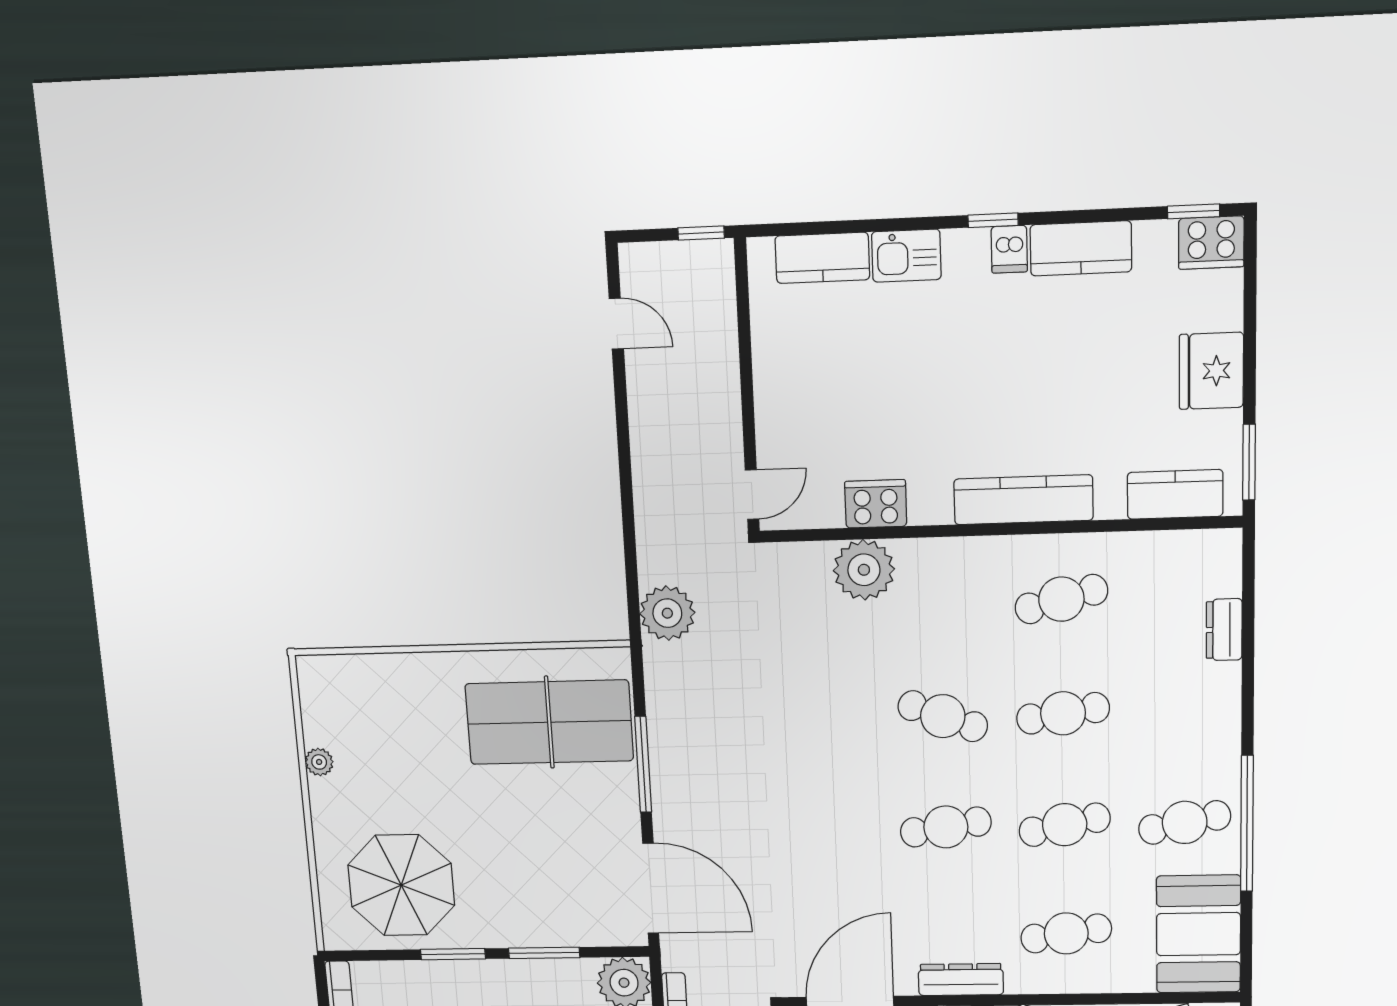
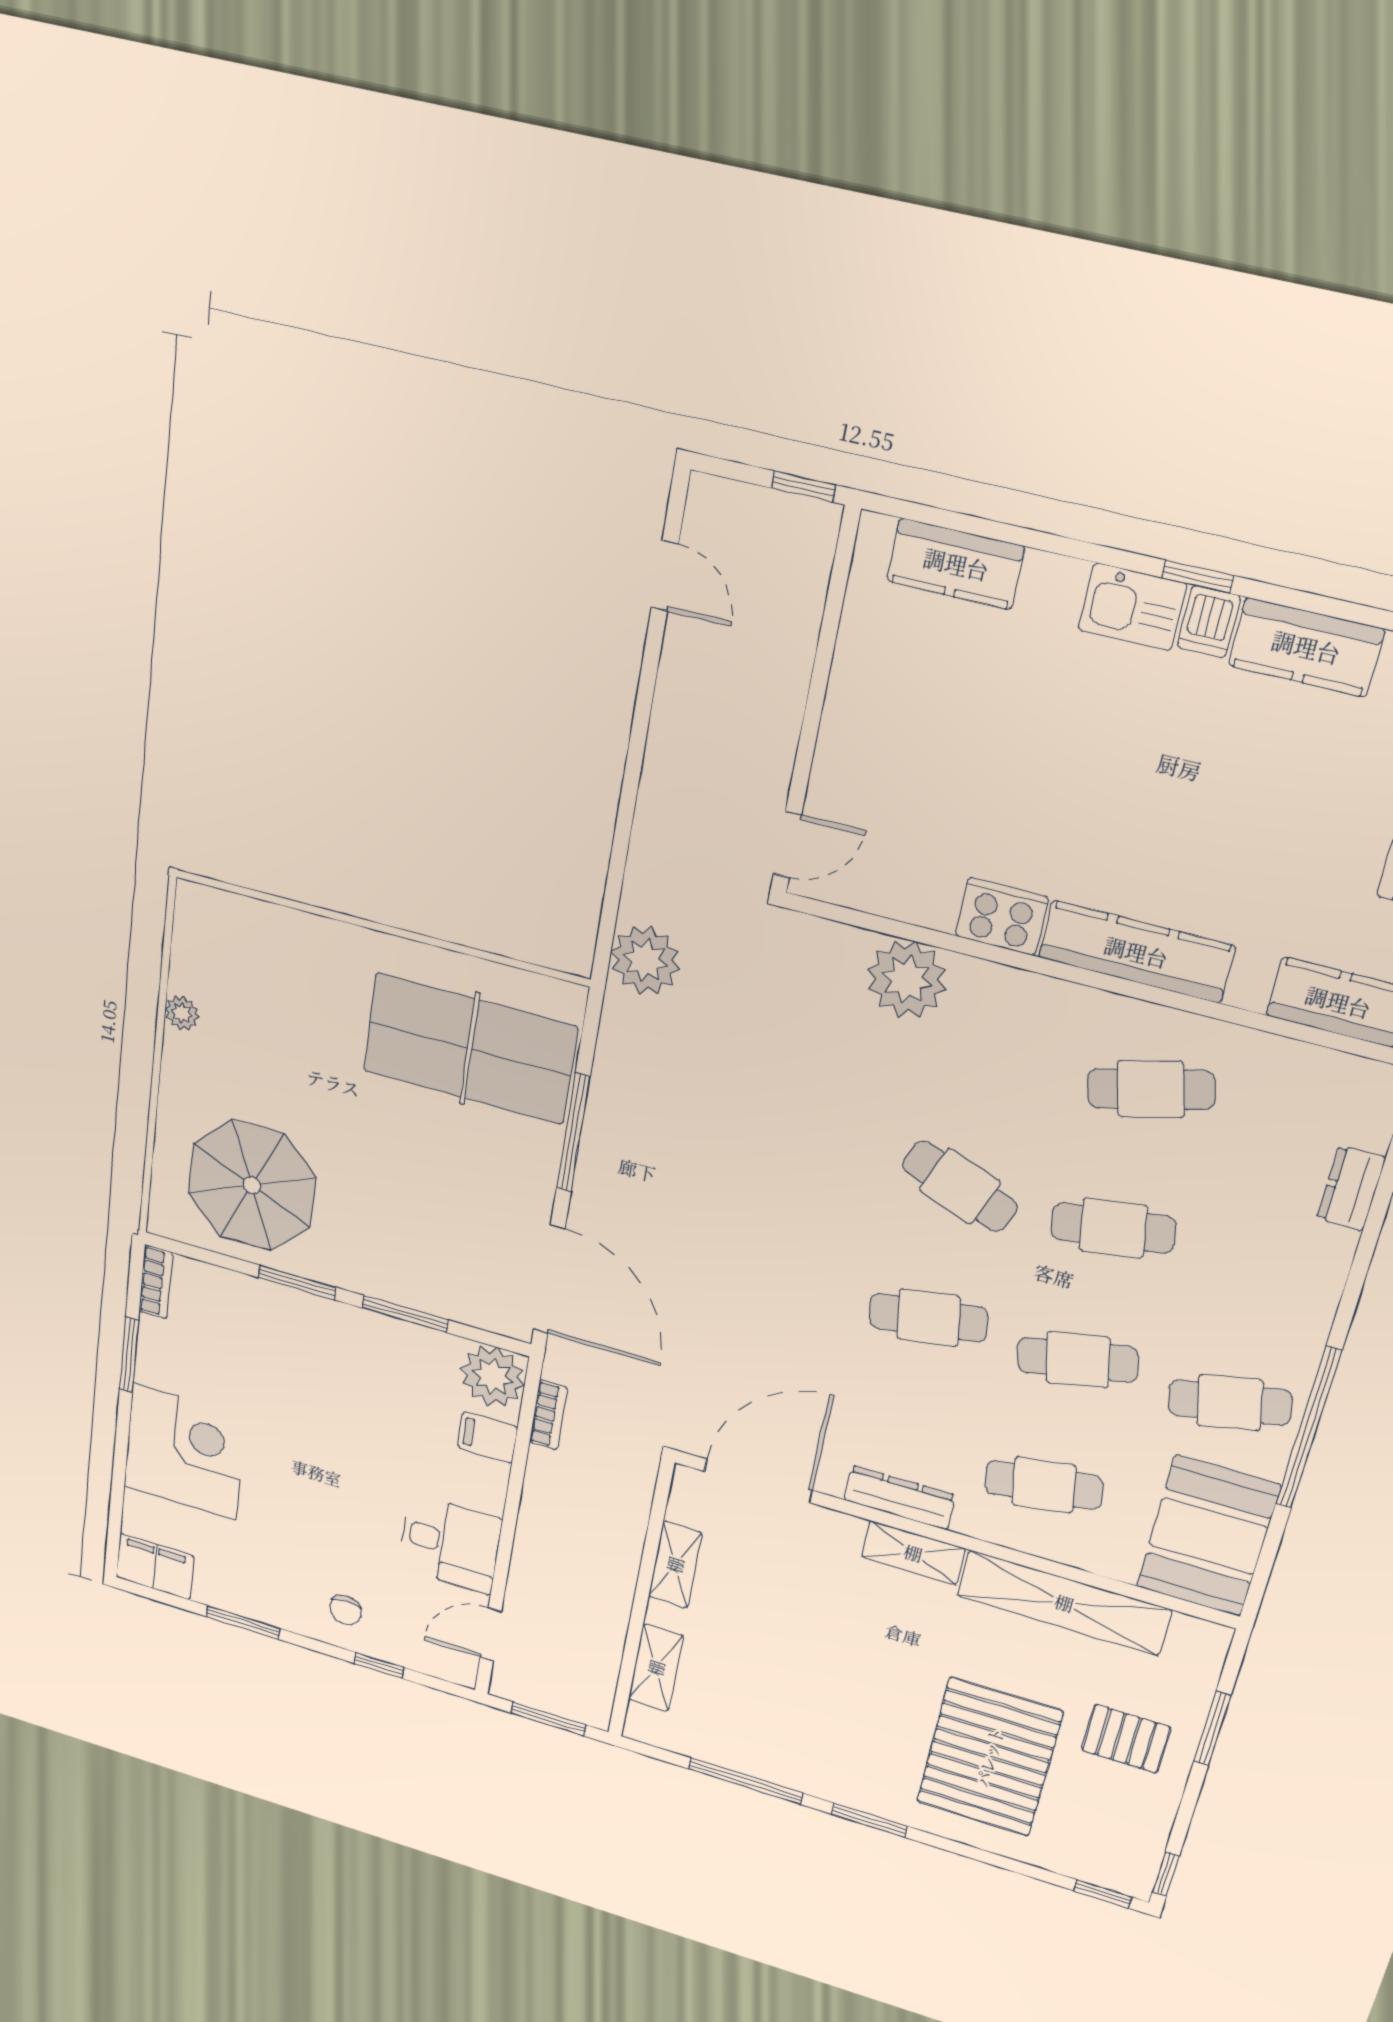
kitchen sink: (906, 256) -> (1133, 607), moved
cooker: (876, 504) -> (1002, 916), moved

